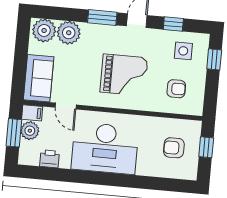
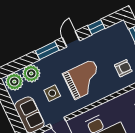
side table: (183, 51) -> (52, 93), moved

